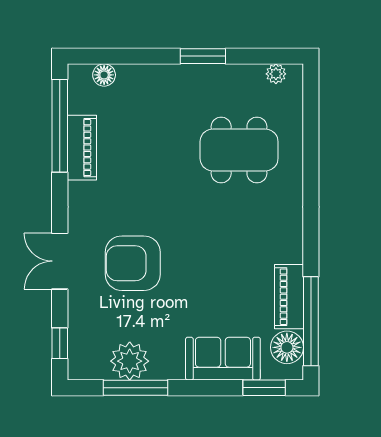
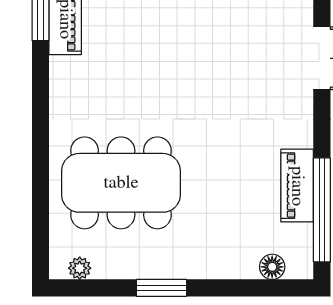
dining table: (239, 150) -> (121, 183), width x1.36, depth x1.24
armchair: (133, 263) -> (240, 56), removed

